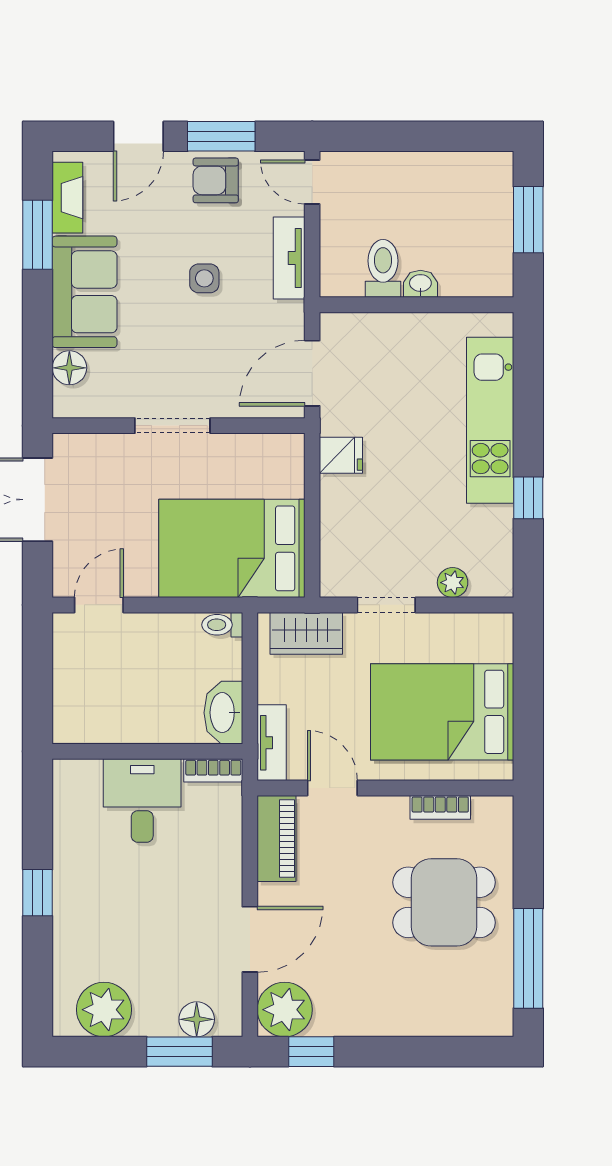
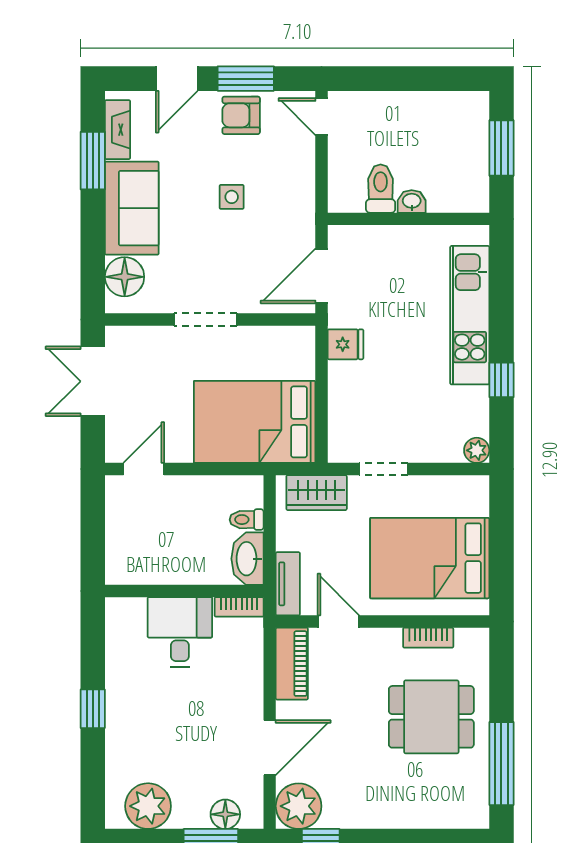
tv unit: (289, 258) -> (302, 180), removed
floor lamp: (69, 368) -> (125, 277), width x1.38, depth x1.38
plant: (453, 583) -> (477, 450), moved
toilet: (222, 625) -> (247, 520), moved

